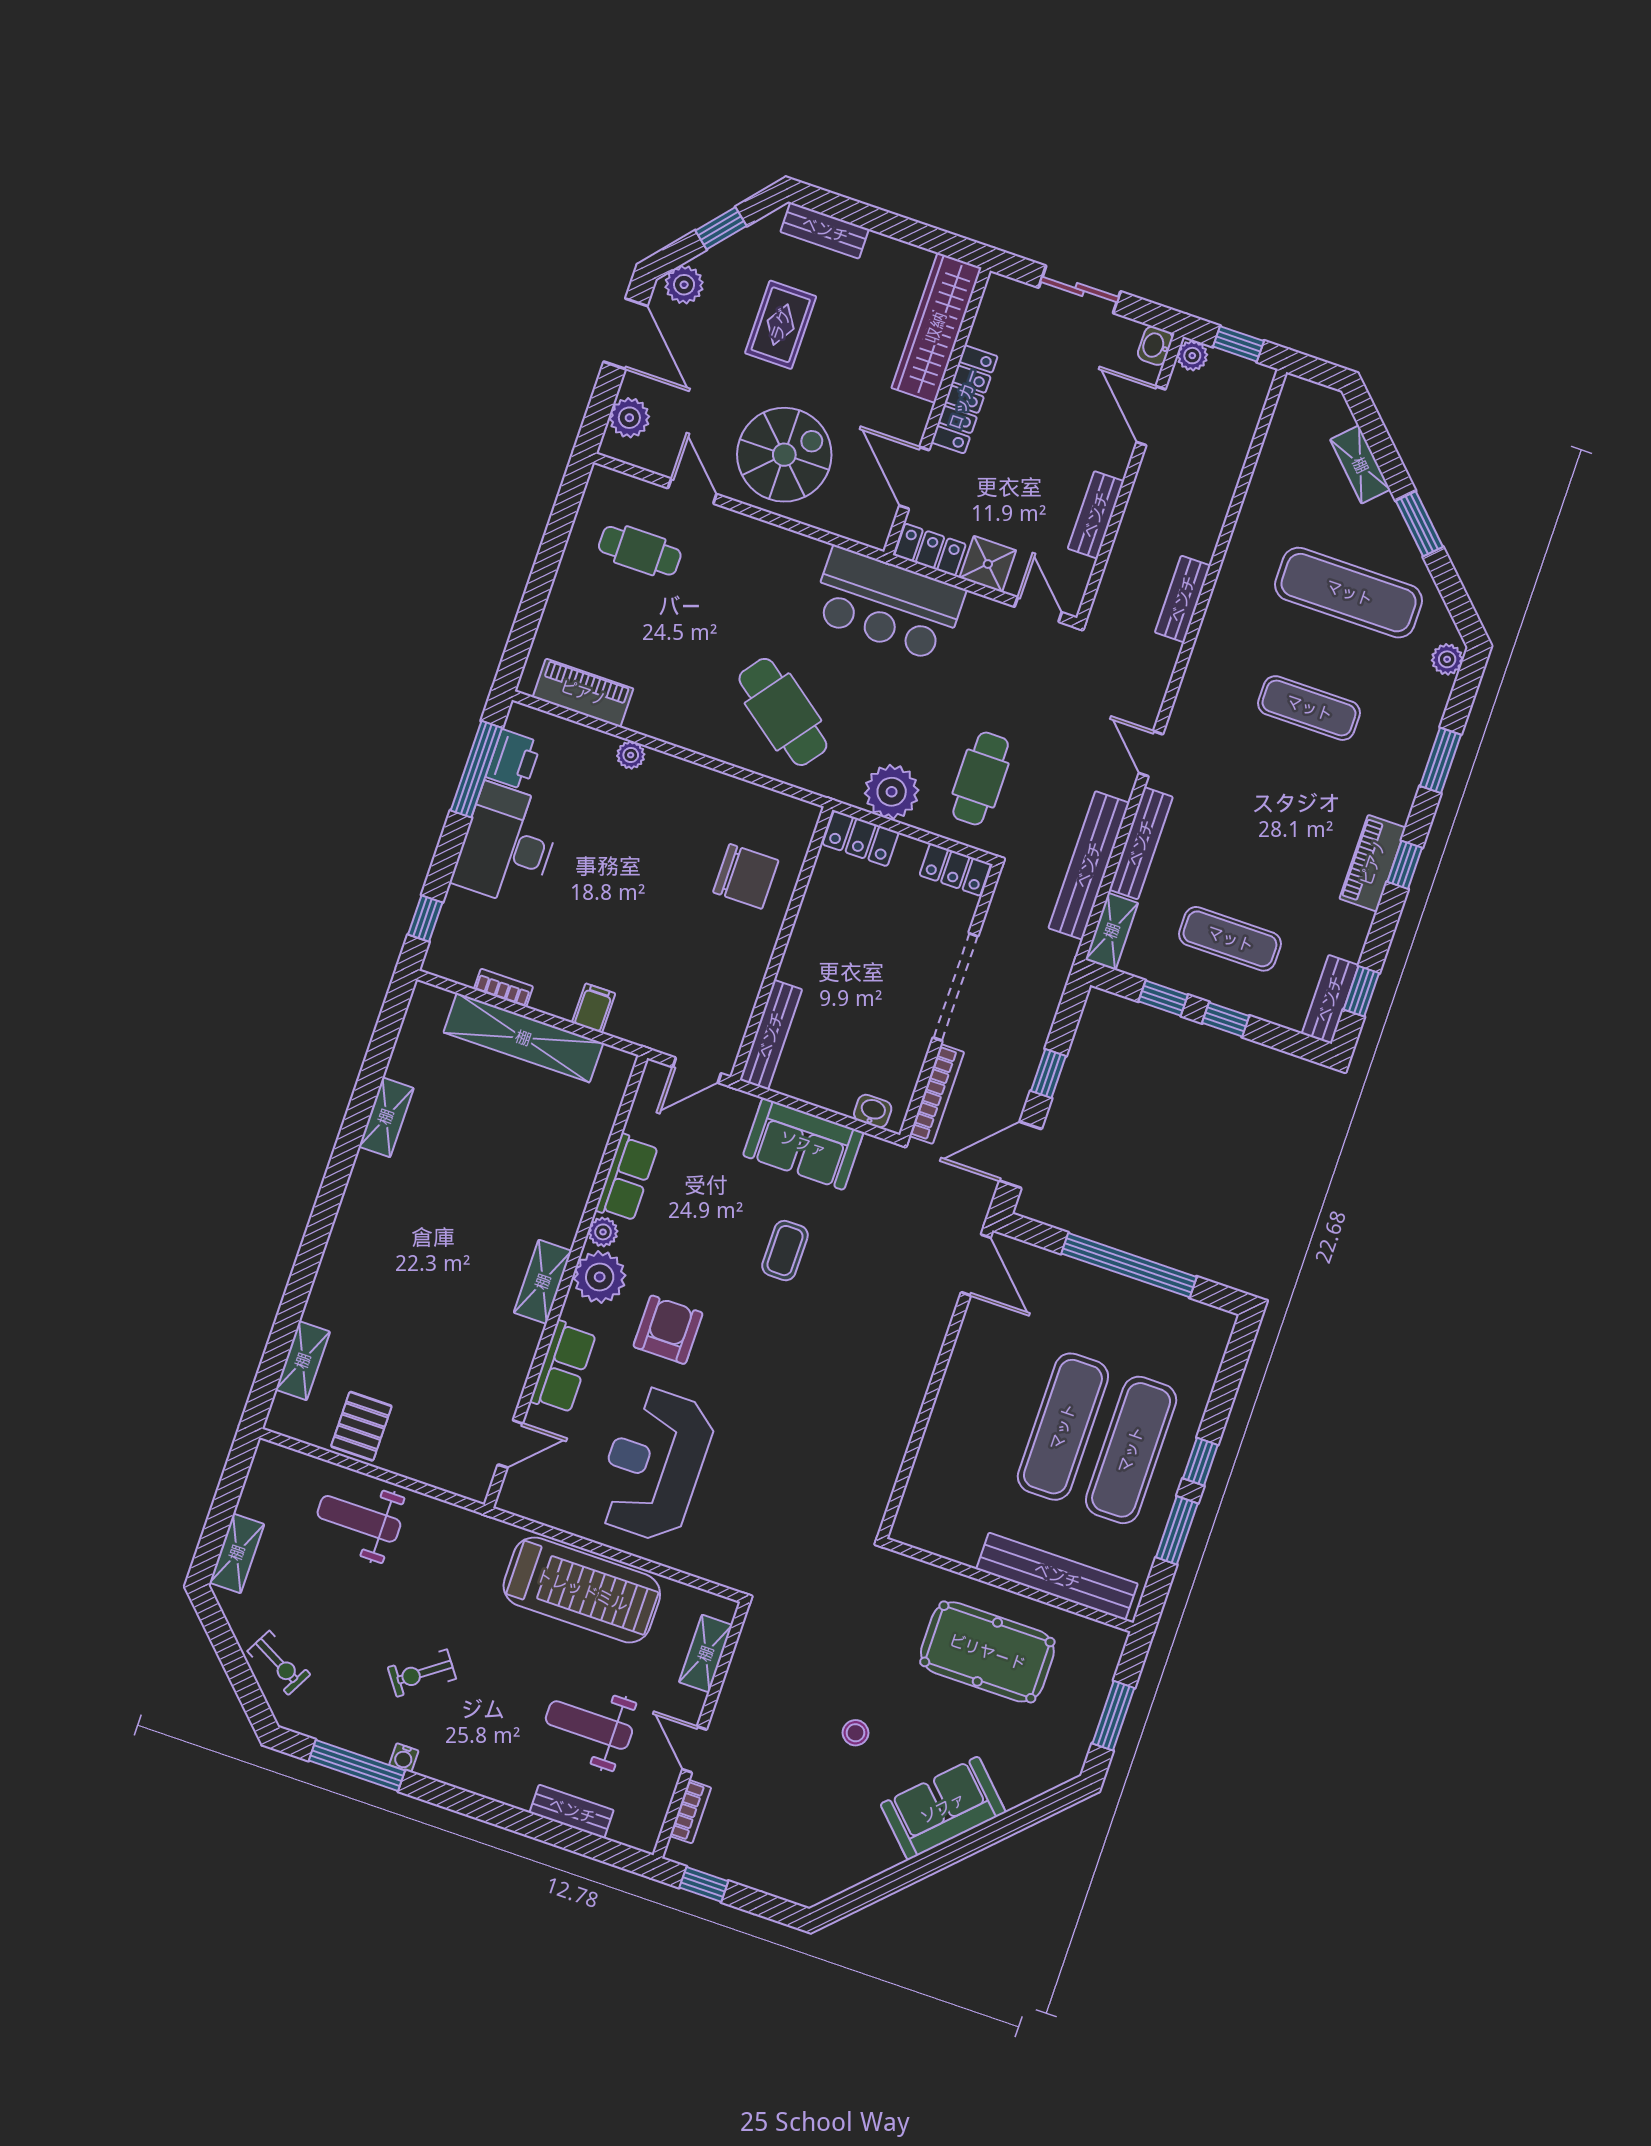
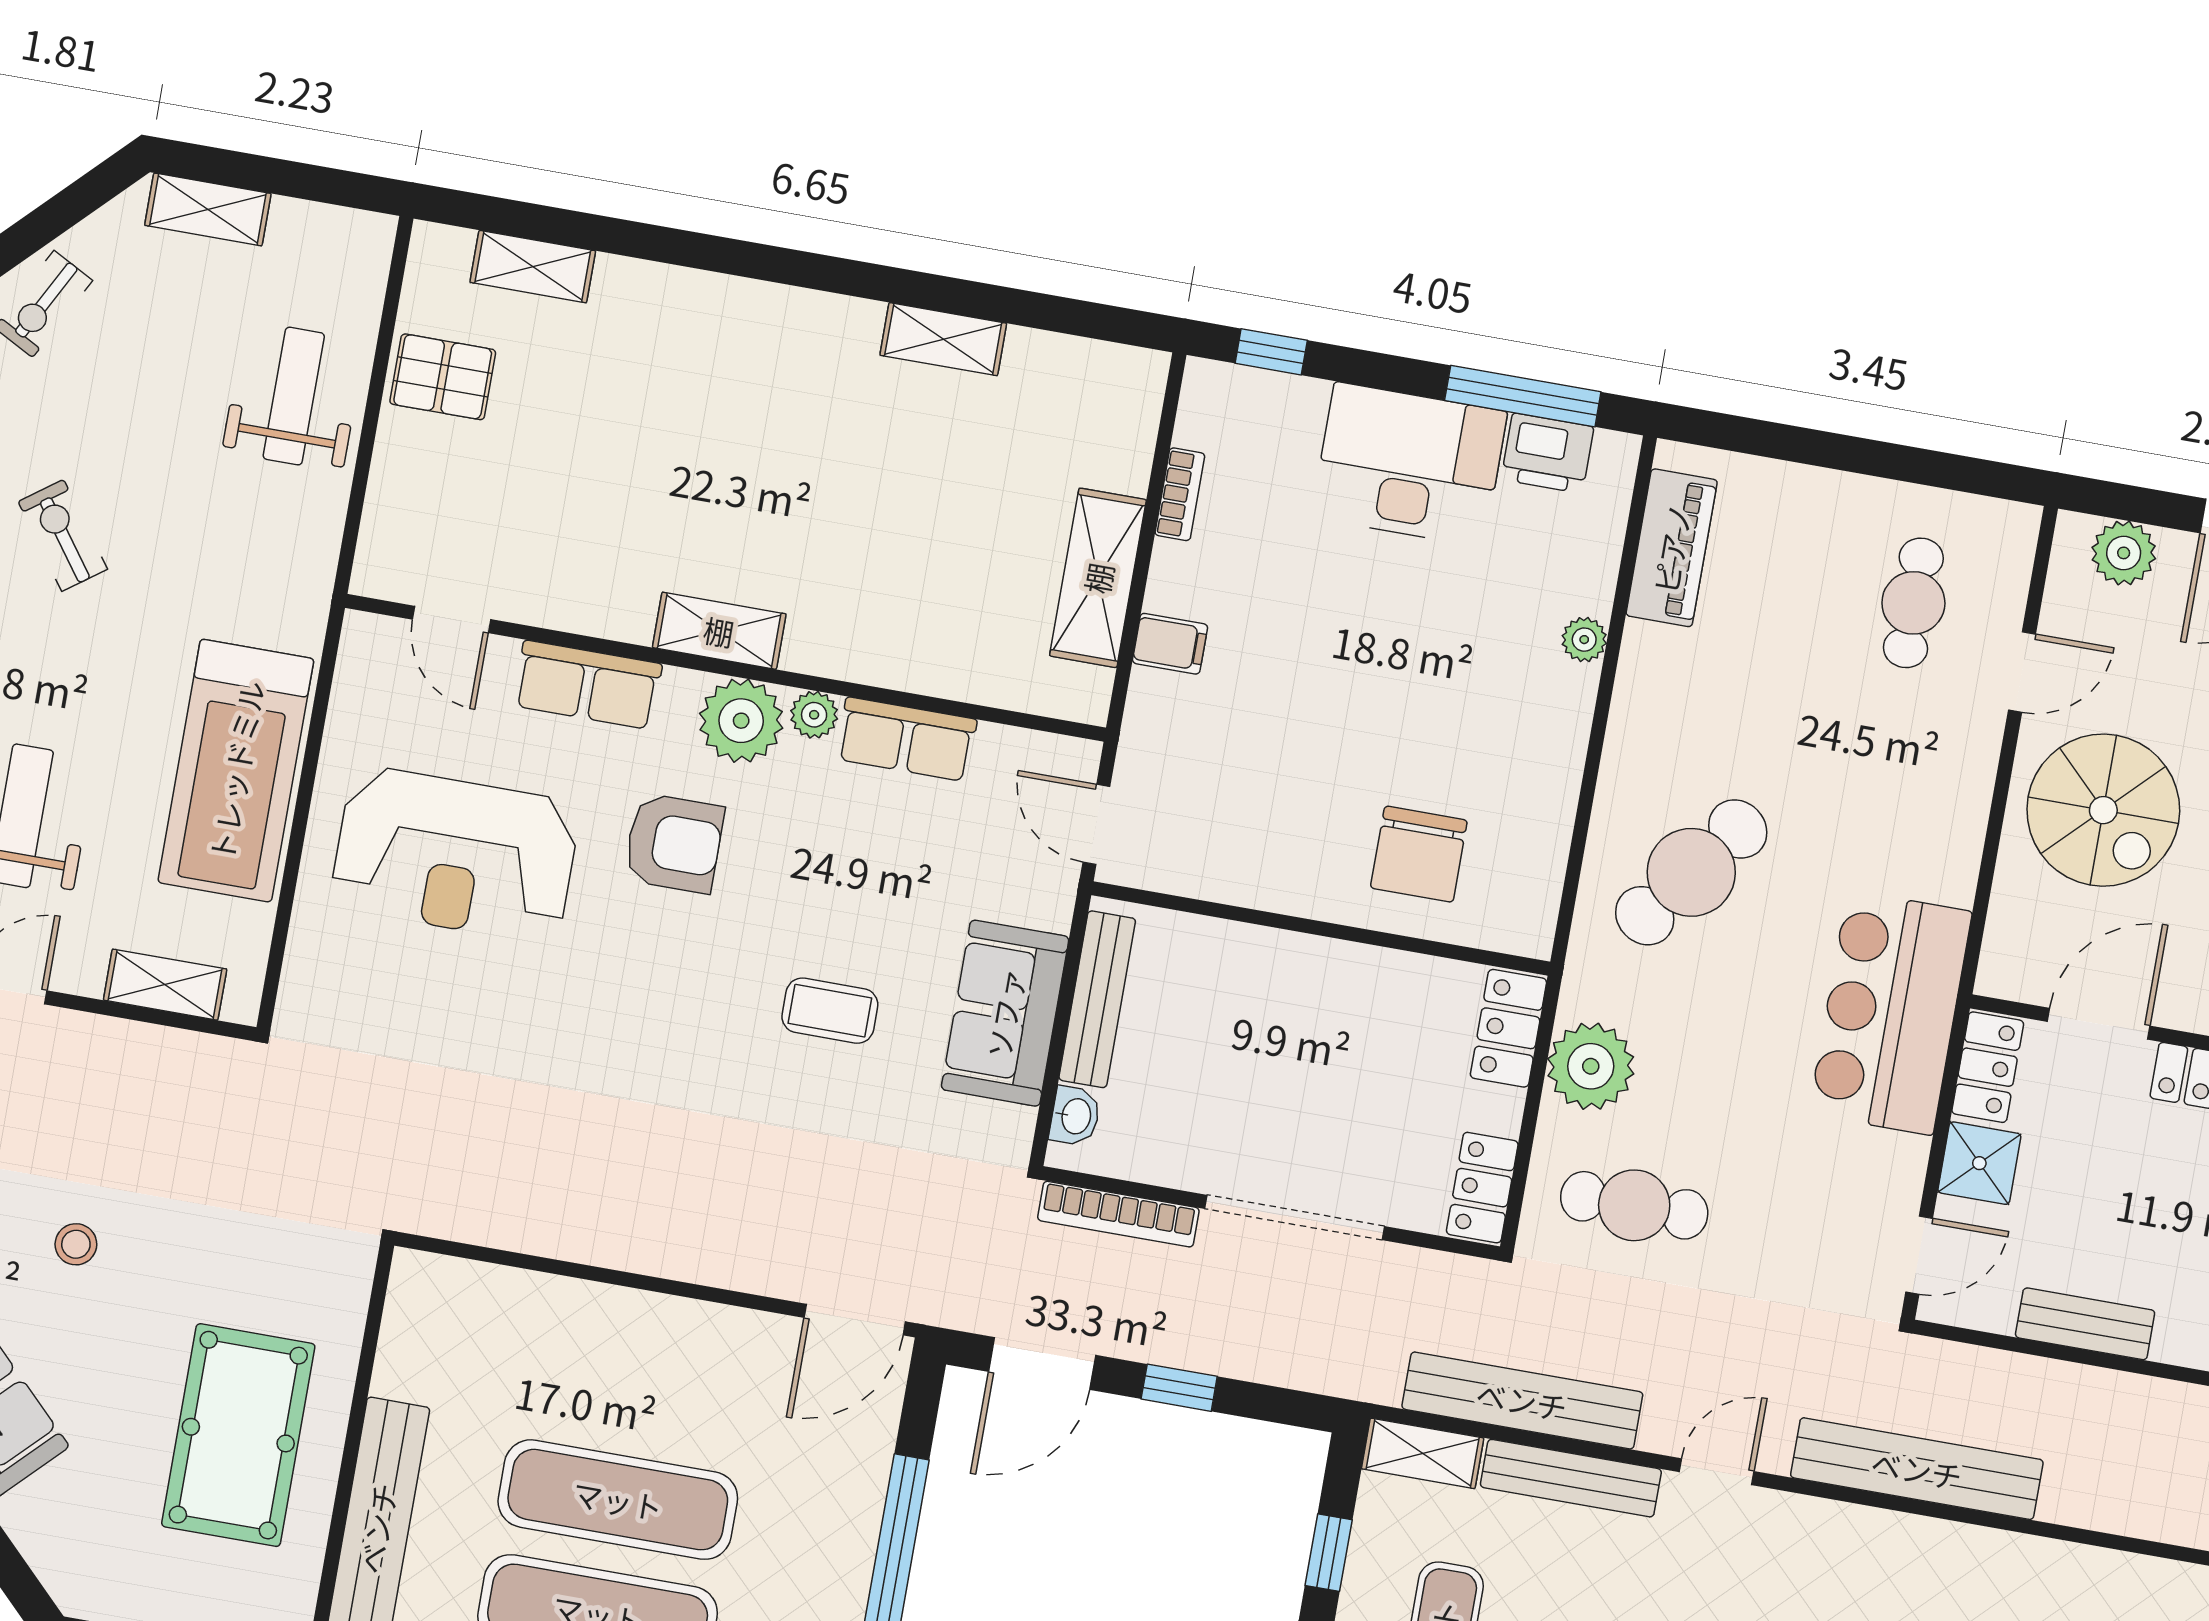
bench: (1183, 599) -> (1917, 1469), width x1.86, depth x1.21
bench: (771, 1035) -> (1097, 999), moved, turned 90
shelving: (523, 1038) -> (1098, 578), width x0.68
door: (1020, 1155) -> (1042, 1363), swing flipped
reception desk: (654, 1464) -> (455, 855), turned 180

